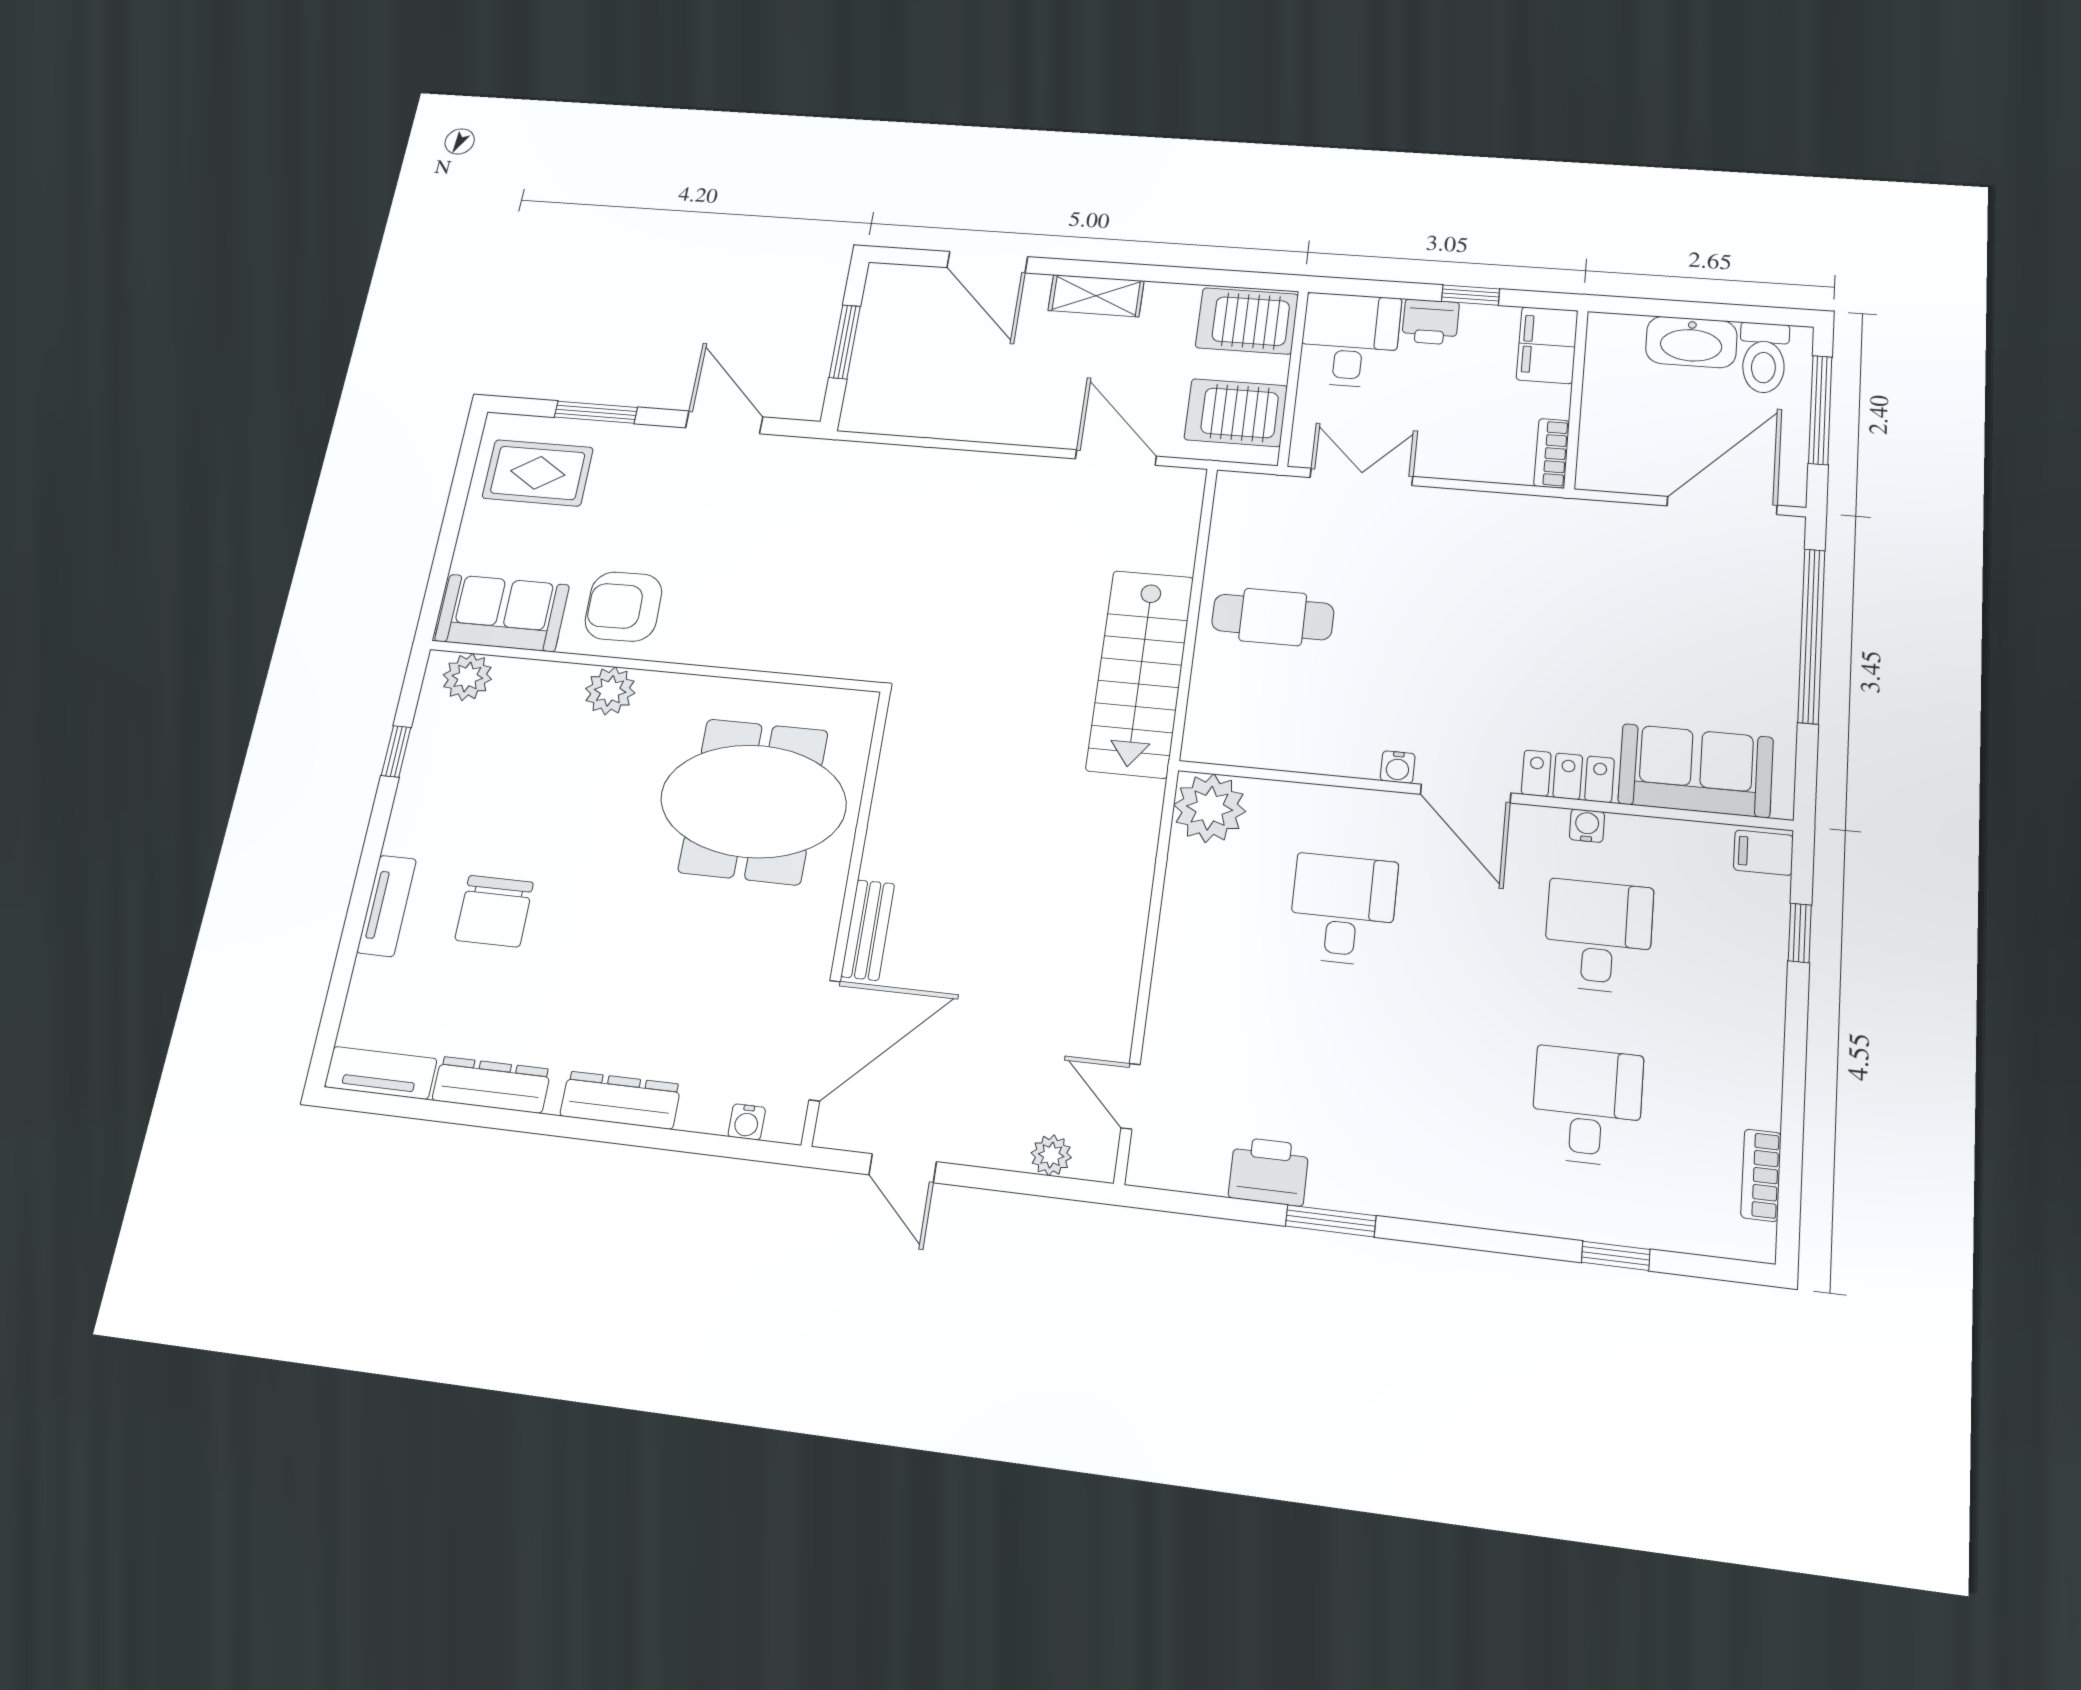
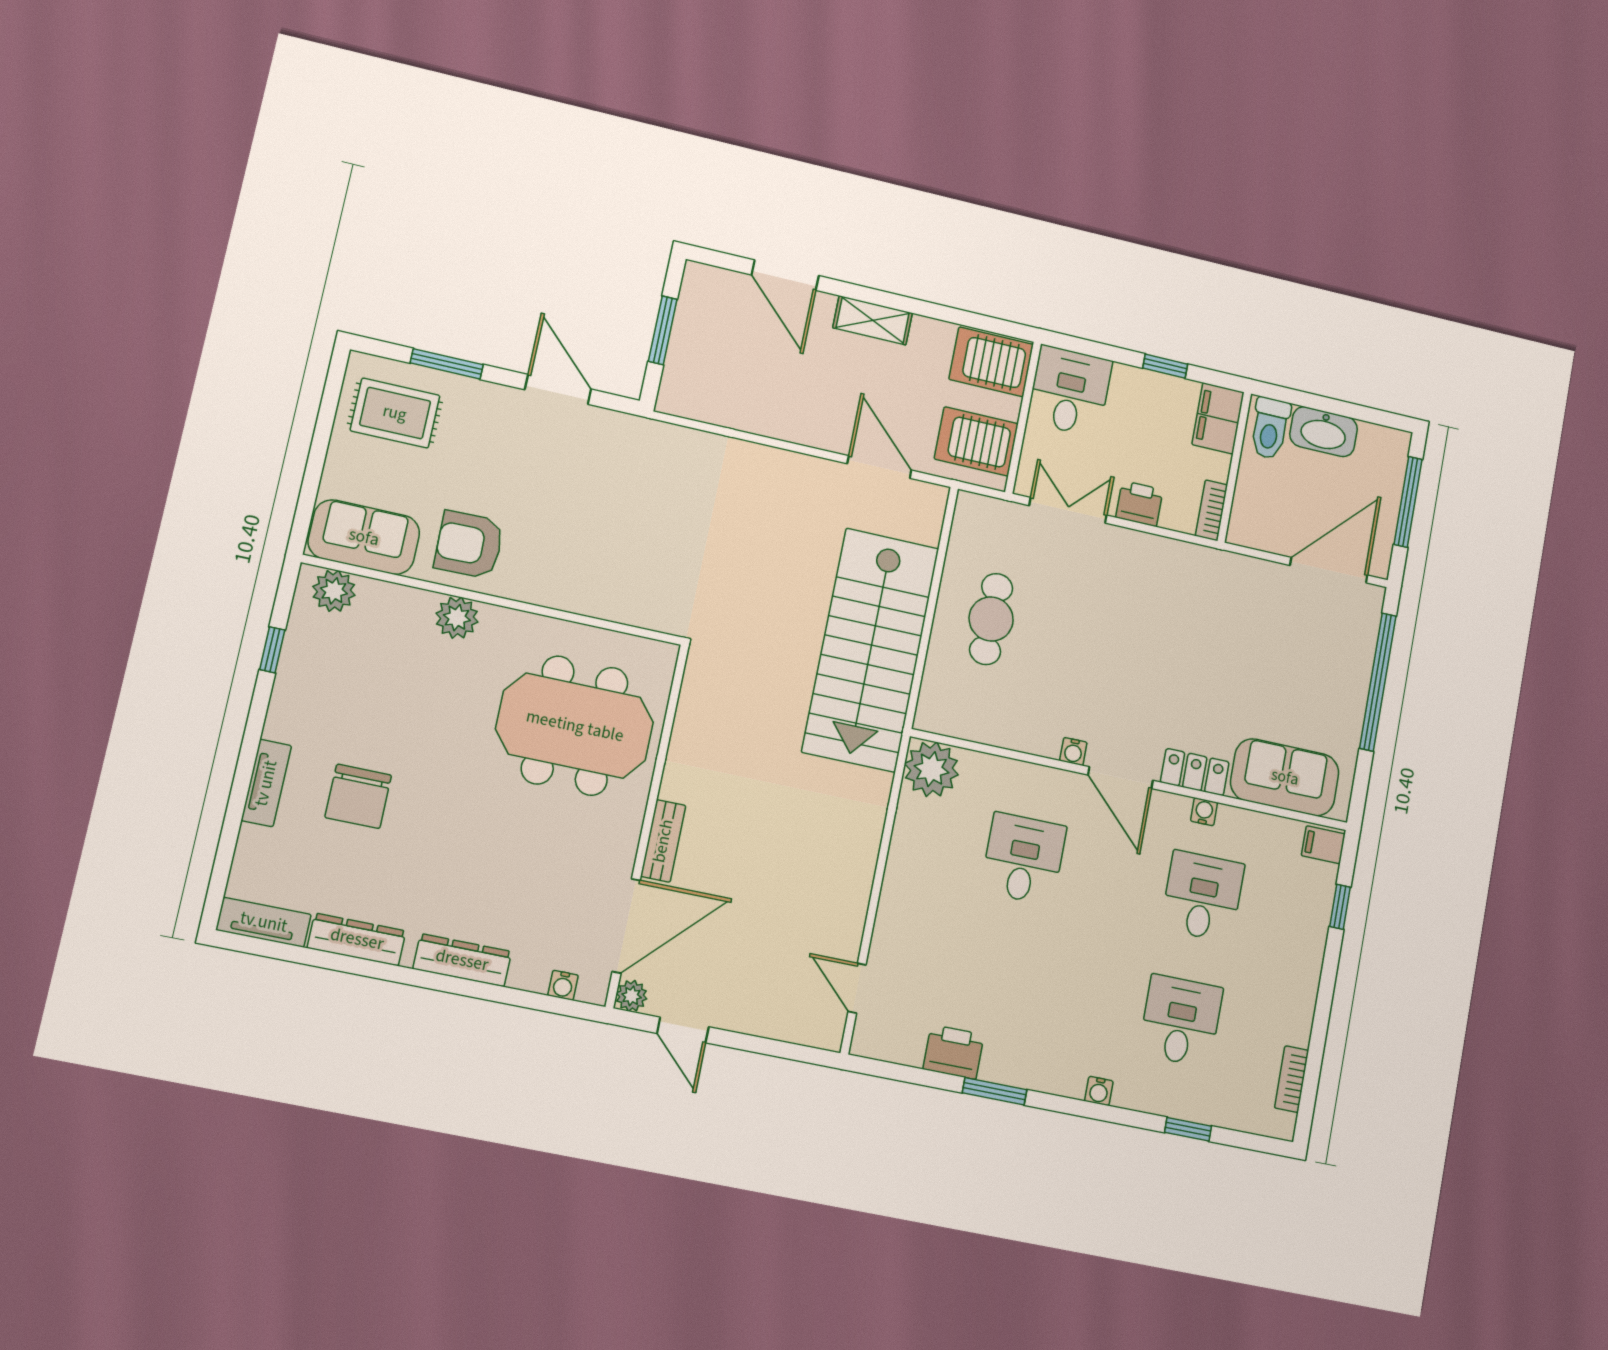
printer: (1430, 322) -> (1139, 504), moved, turned 180
toilet: (1764, 358) -> (1270, 428), moved
cafe table: (1273, 617) -> (991, 619), turned 90
stairs: (1140, 673) -> (871, 650), width x1.36, depth x1.51
plant: (1051, 1155) -> (632, 996), moved
water cooler: (1479, 1211) -> (1099, 1091), added

